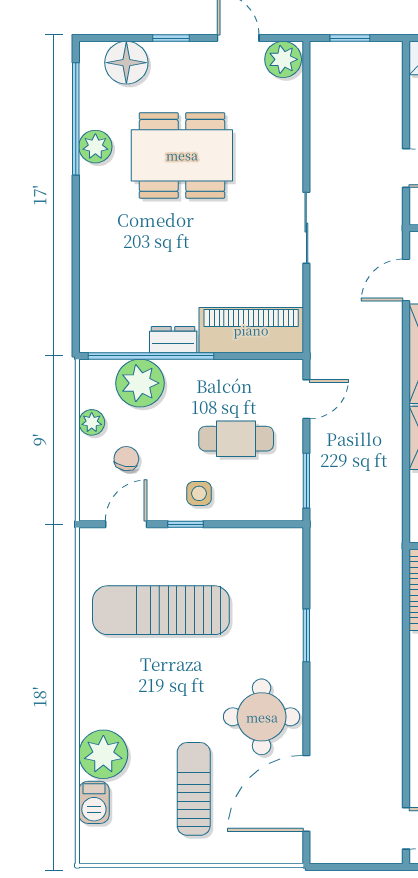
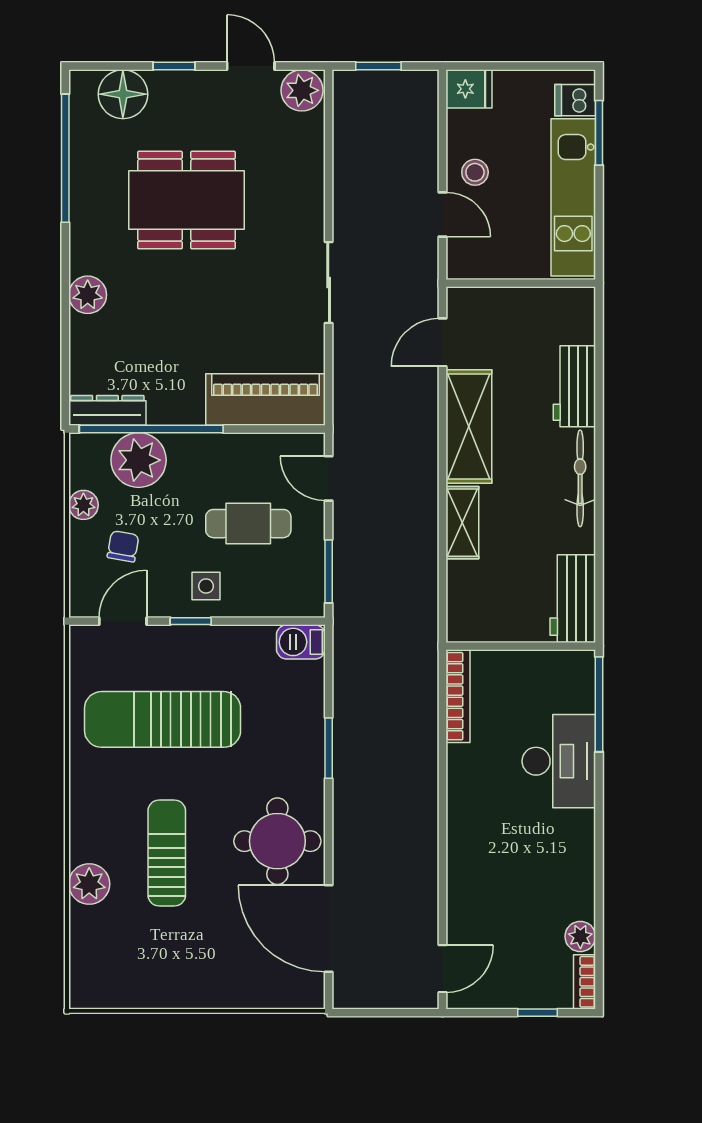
plant: (95, 147) -> (88, 295), moved
dresser: (173, 340) -> (107, 410), moved, width x1.44
door: (306, 399) -> (329, 478), swing flipped
plant: (103, 754) -> (89, 884), width x0.73, depth x0.73
sun lounger: (194, 789) -> (167, 853), moved
door: (306, 793) -> (329, 929), hinge flipped
barbecue: (94, 802) -> (301, 642), moved, turned 90

